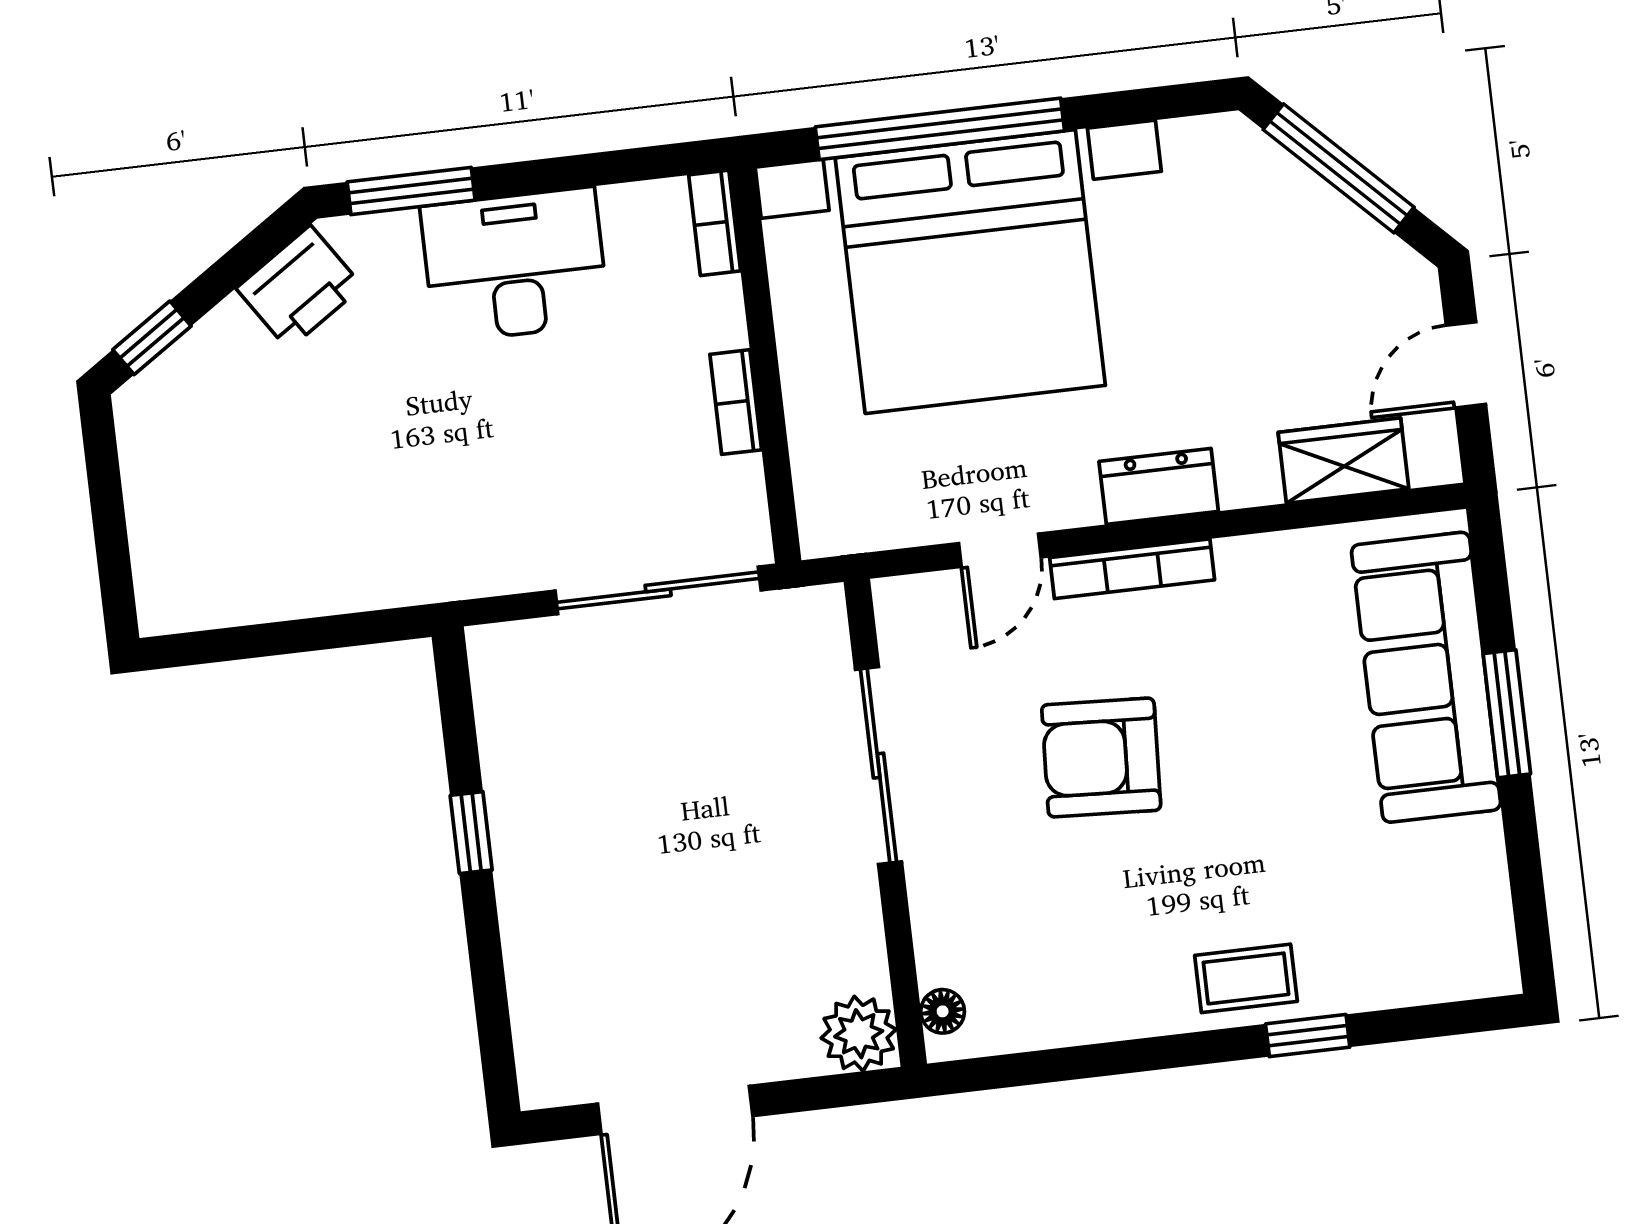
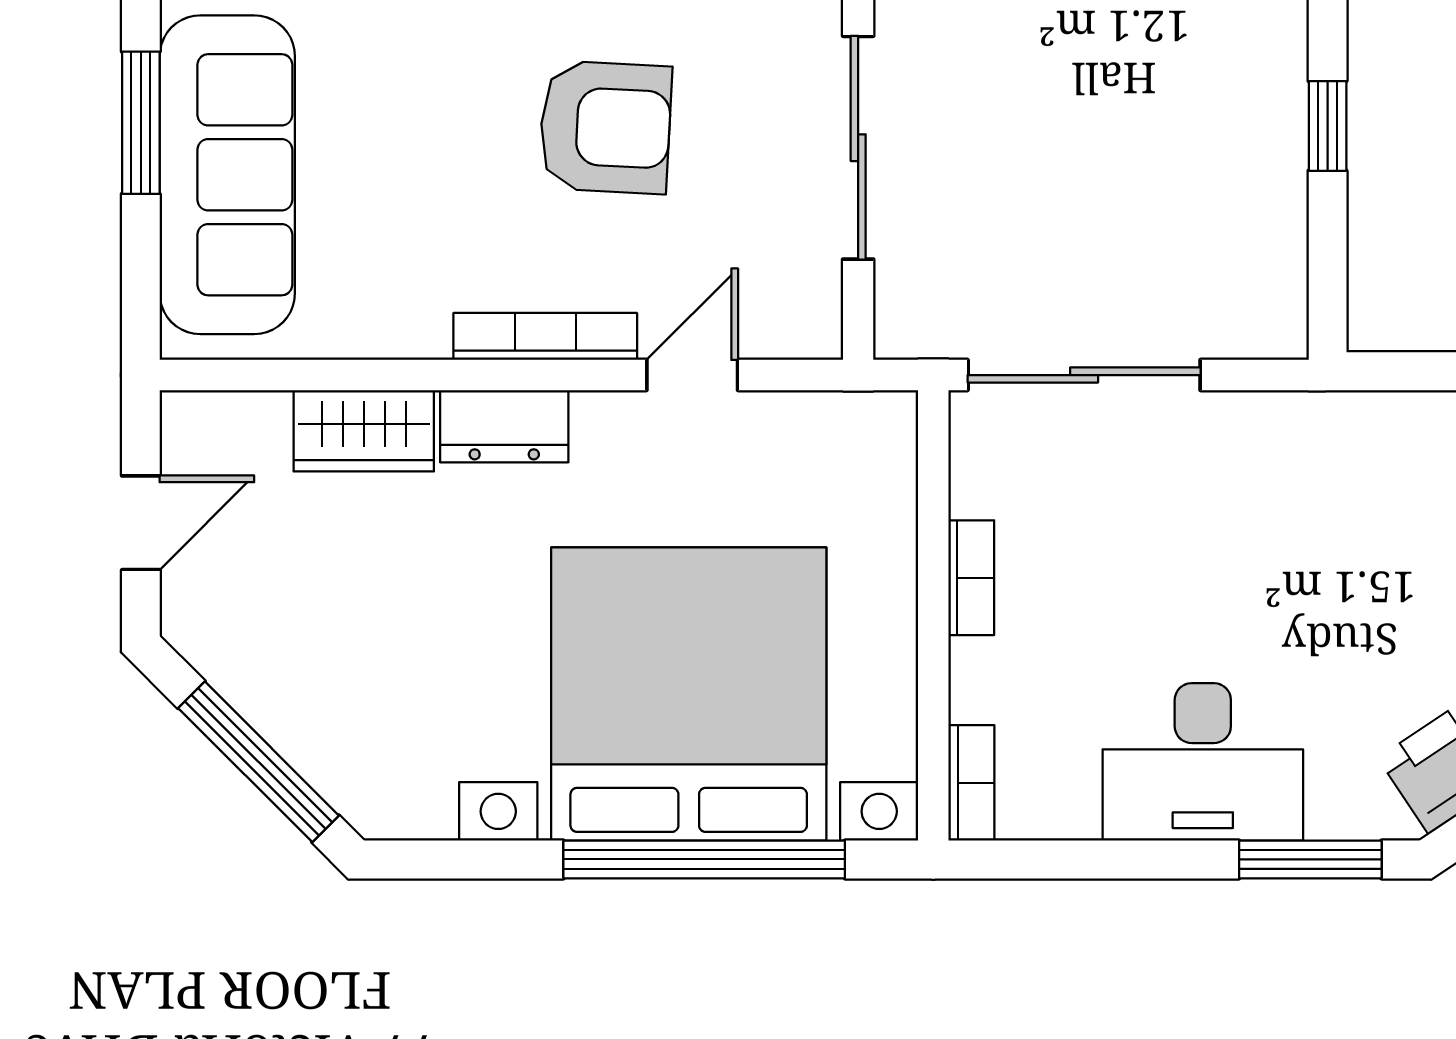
wardrobe: (1344, 461) -> (364, 431), moved

